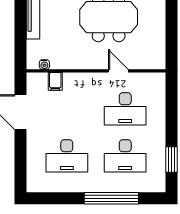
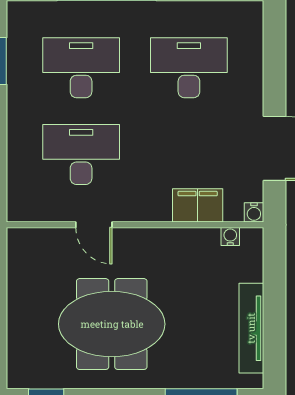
water cooler: (32, 78) -> (254, 212), added
filing cabinet: (55, 81) -> (198, 205), width x2.00

